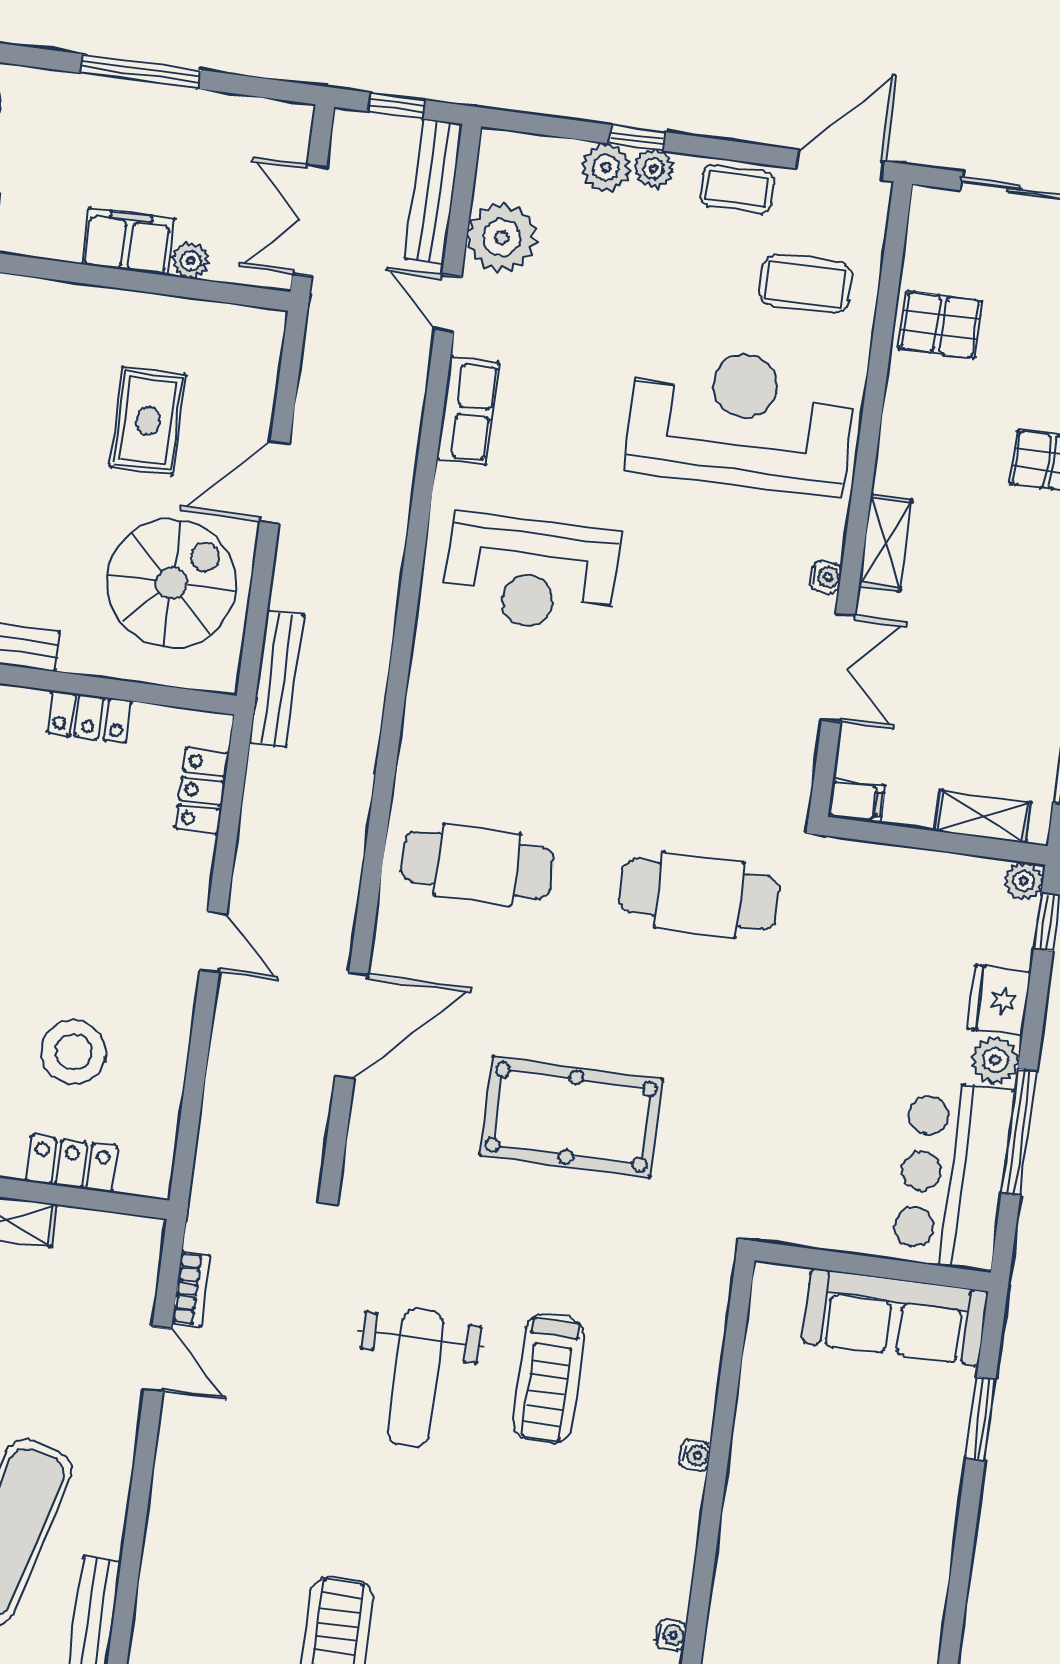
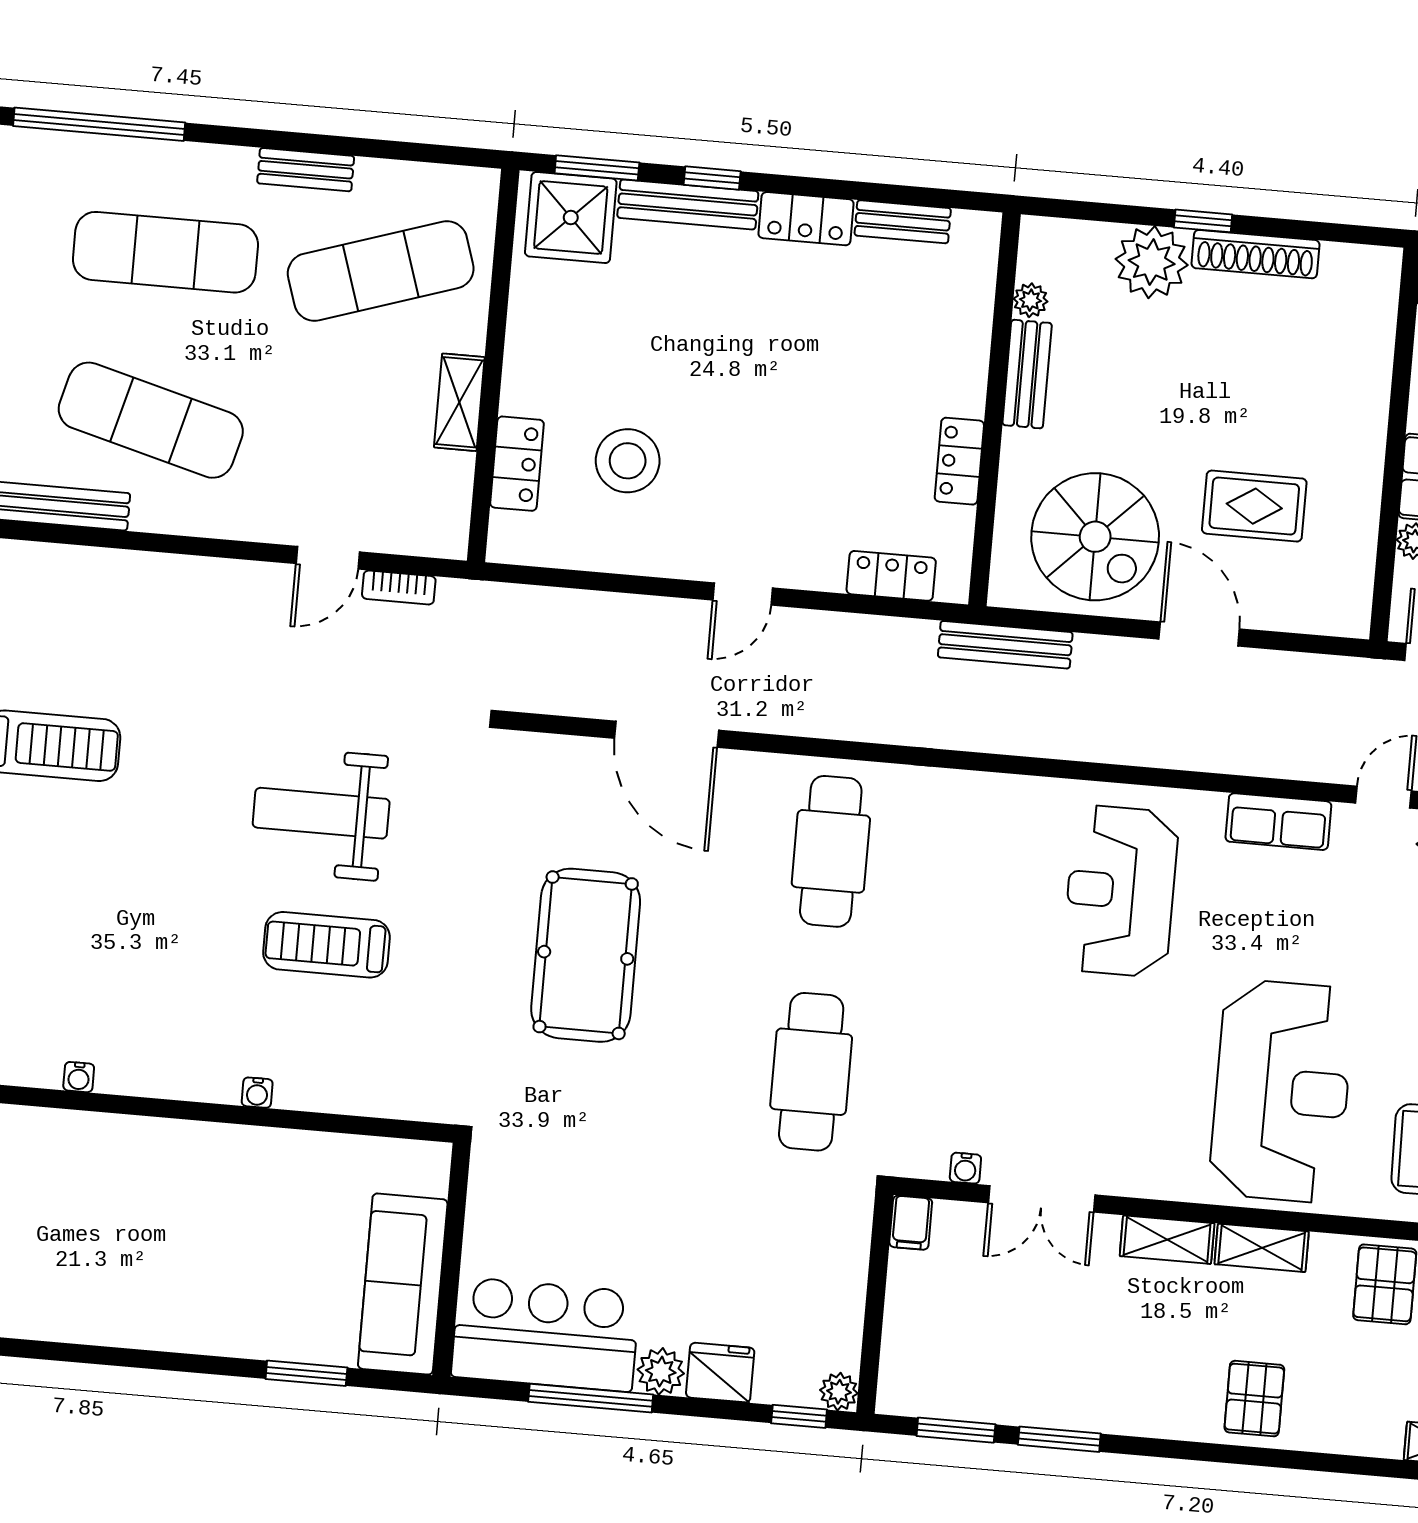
water cooler: (826, 577) -> (965, 1168), moved
shelving: (983, 817) -> (1262, 1248), moved, turned 90

